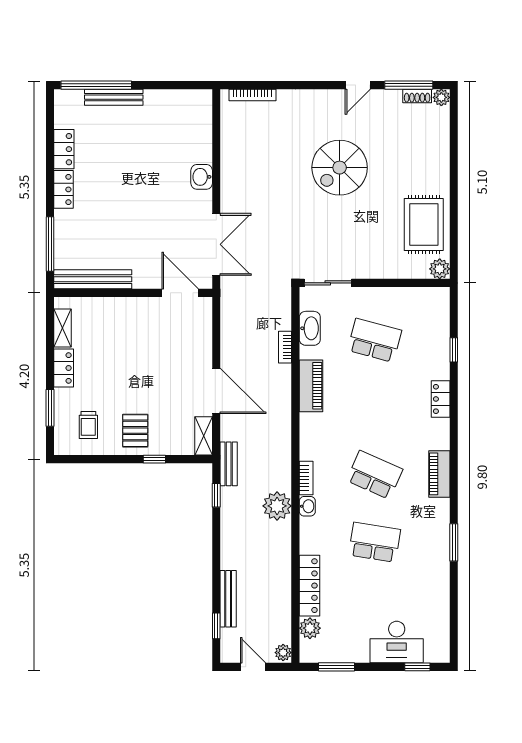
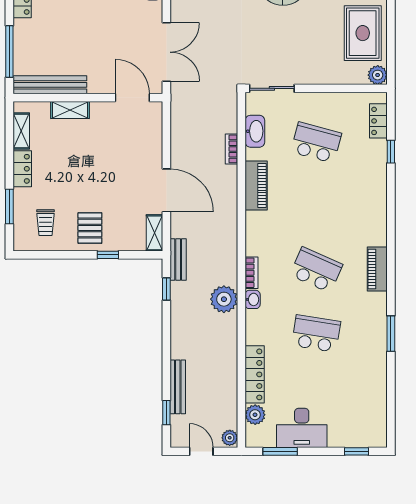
shelving: (114, 306) -> (70, 110), added
locker: (441, 399) -> (378, 121), moved
desk: (397, 642) -> (302, 428), moved

